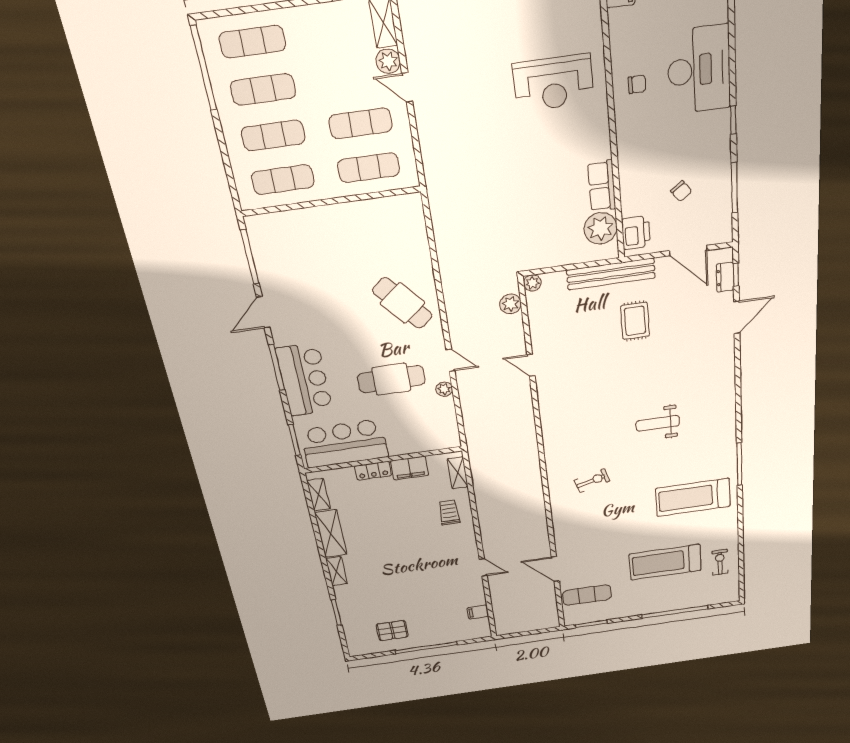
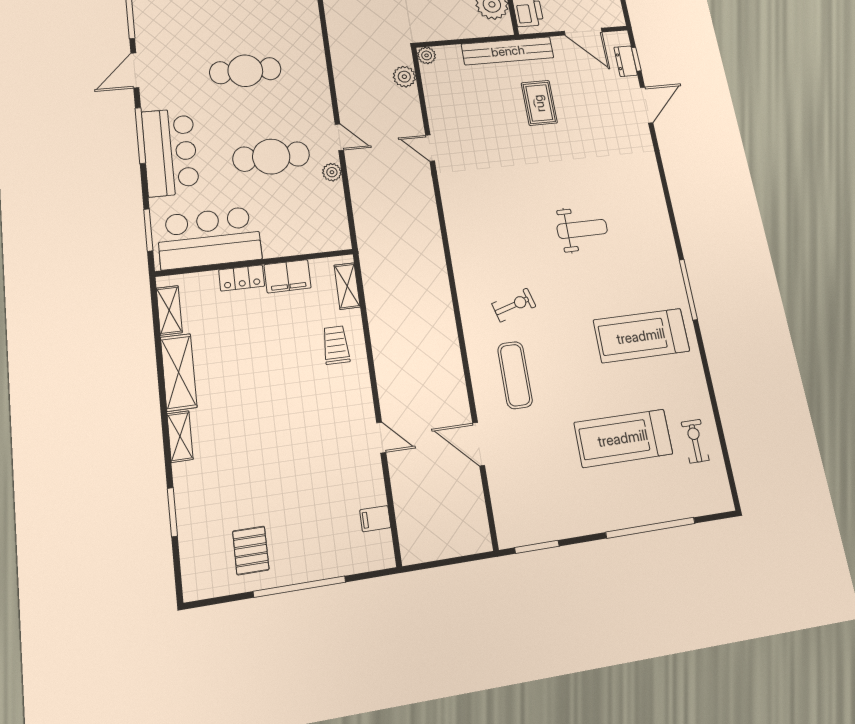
cafe table: (402, 303) -> (245, 71), moved, turned -50
weight bench: (658, 423) -> (582, 229), turned 180
exercise mat: (587, 595) -> (515, 375), moved, turned 90
pallet: (392, 631) -> (251, 550), turned 90

